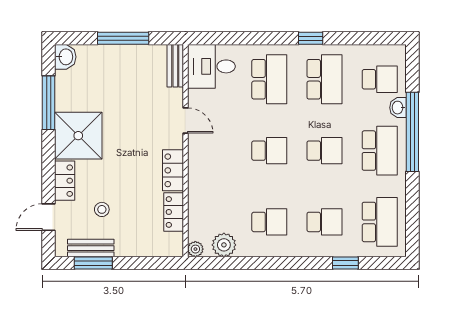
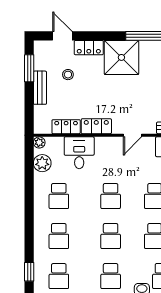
school desk: (380, 151) -> (111, 276), width x0.54
desk: (210, 194) -> (79, 153), added
school desk: (380, 222) -> (59, 276), width x0.54
bench: (91, 248) -> (40, 88), moved
window: (345, 263) -> (29, 272), moved

